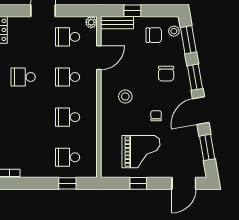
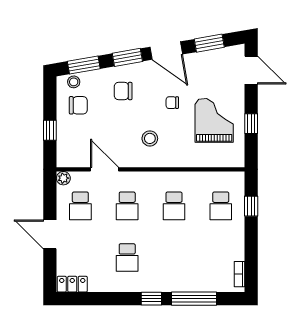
bench: (117, 23) -> (64, 148), removed
chair: (154, 35) -> (78, 105), turned 90
chair: (166, 74) -> (123, 91), turned 180

